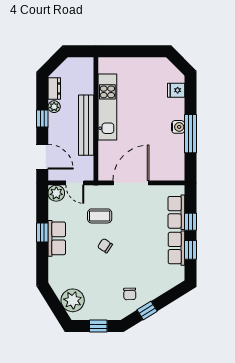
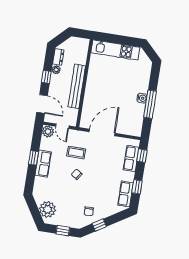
fridge: (176, 90) -> (145, 72), removed
kitchen unit: (107, 107) -> (115, 50), moved, turned 90
window: (191, 222) -> (142, 156), moved
row of seats: (177, 248) -> (126, 194), moved

